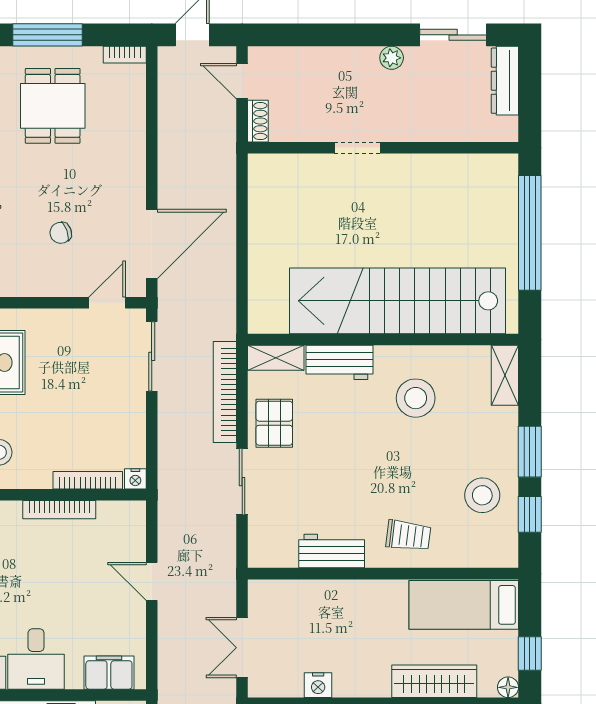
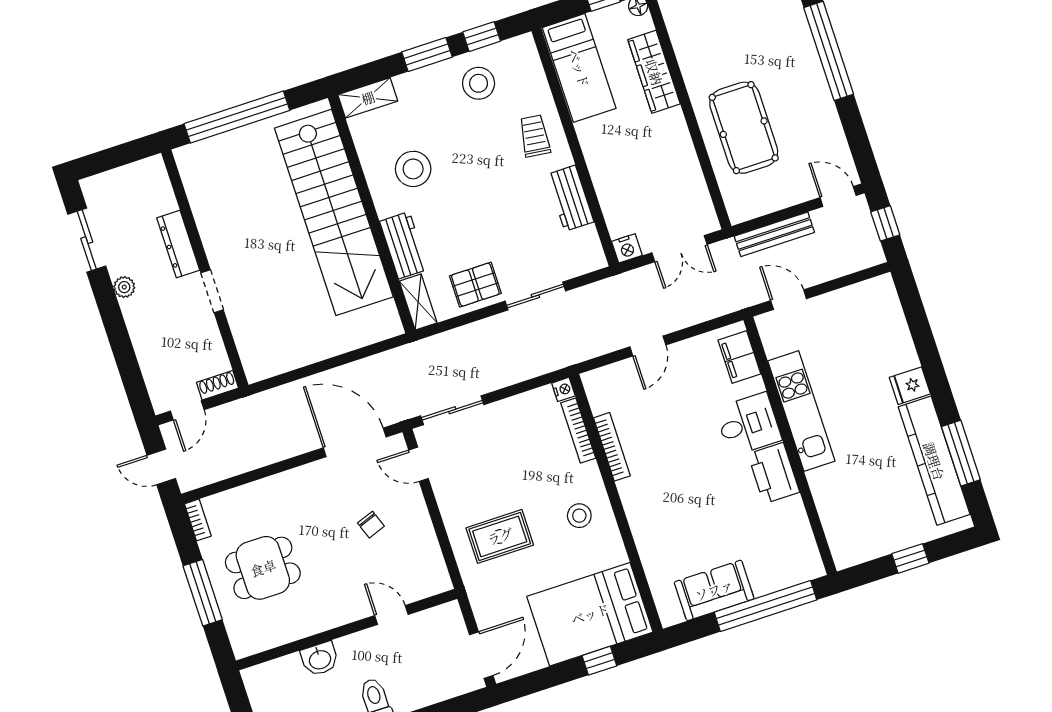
dresser: (505, 81) -> (178, 244), moved, turned 90
bookcase: (225, 392) -> (462, 336), removed
nightstand: (318, 685) -> (627, 248), moved, turned 90

